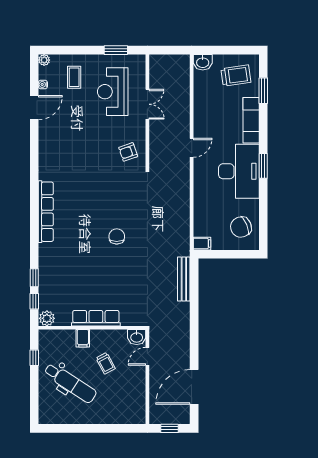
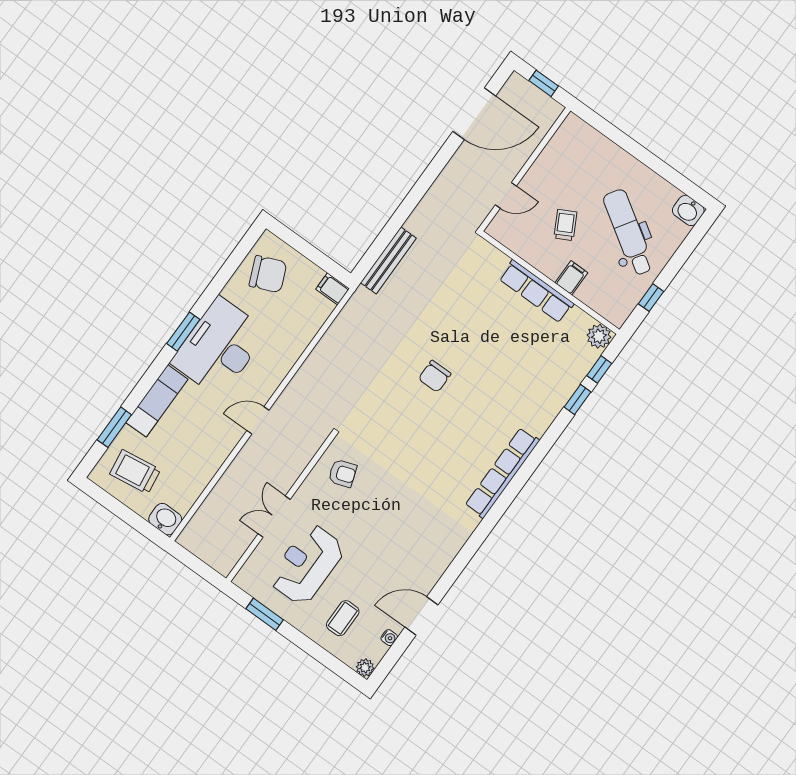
reception desk: (113, 92) -> (307, 564), turned 180
washbasin: (137, 337) -> (688, 210), moved, turned 180

